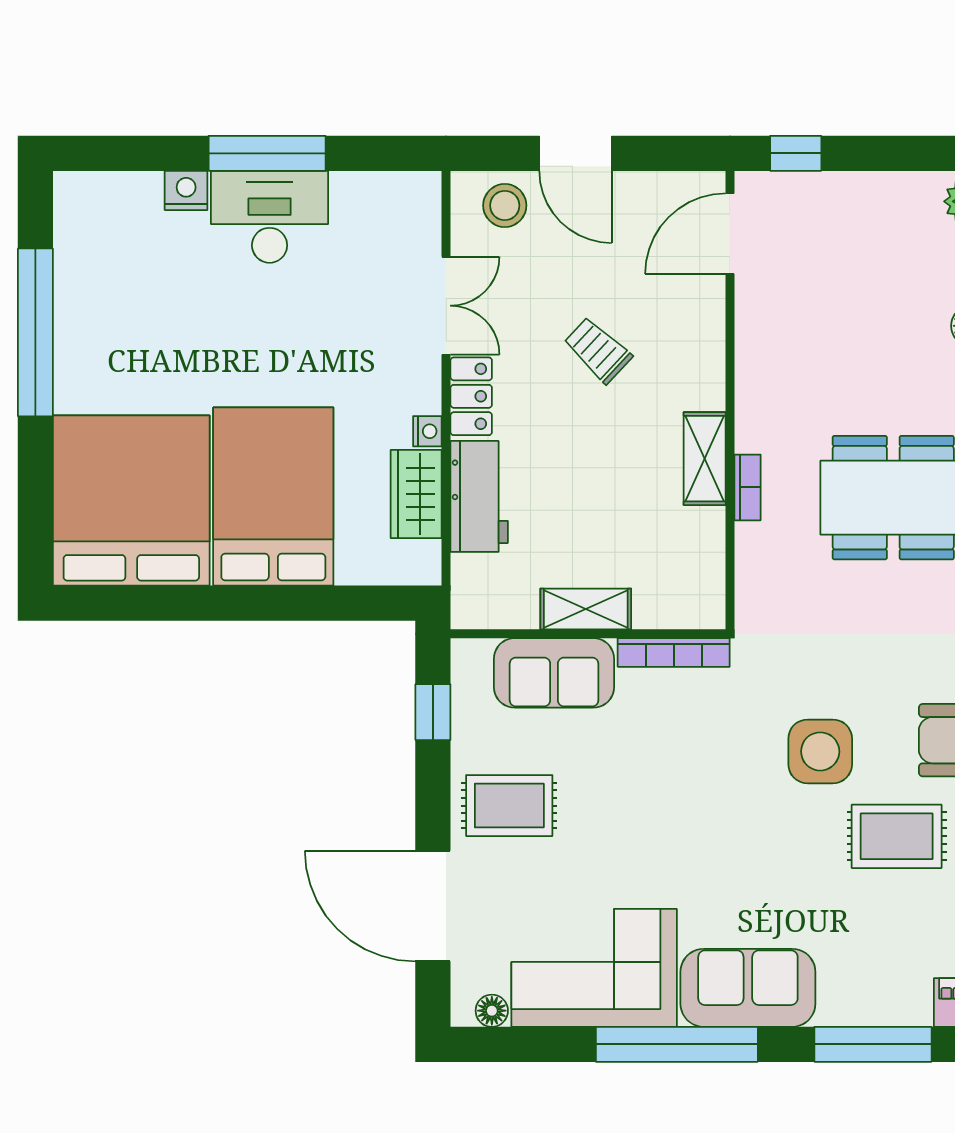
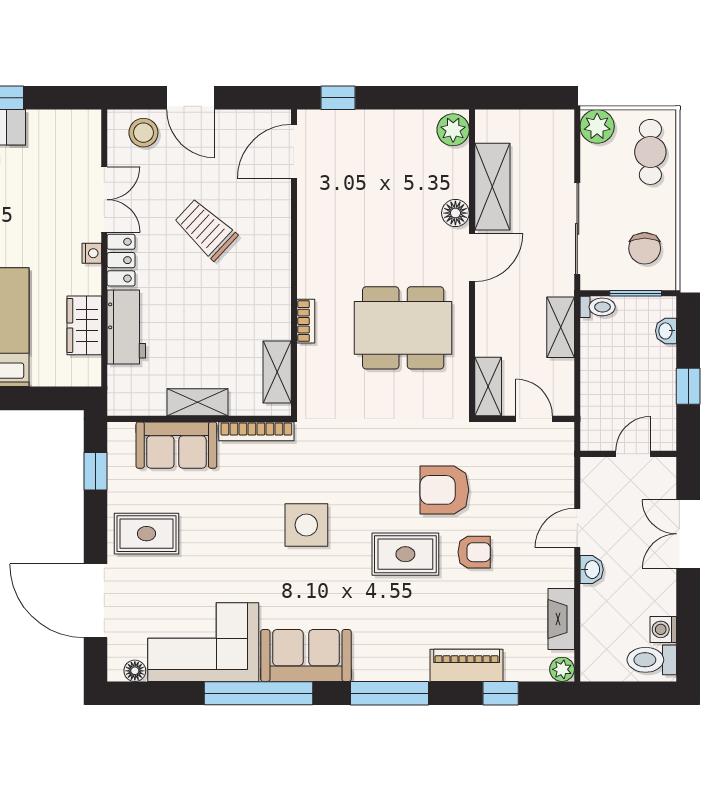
trolley: (598, 350) -> (206, 229), width x1.36, depth x1.39
nightstand: (427, 431) -> (92, 253), moved
shelving: (705, 459) -> (277, 372), moved
side table: (820, 751) -> (306, 525), moved

